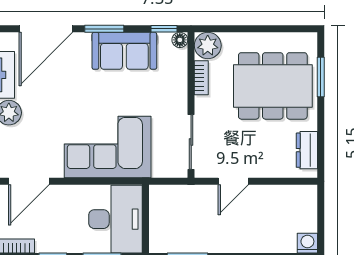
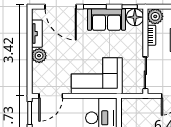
door: (46, 29) -> (61, 7), hinge flipped
floor lamp: (180, 40) -> (135, 17), width x1.89, depth x1.89

